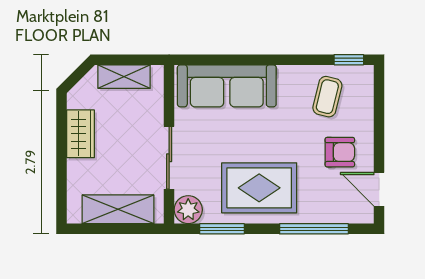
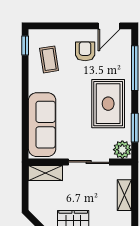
shelving: (124, 77) -> (45, 173), moved, turned 90
coffee table: (327, 97) -> (49, 59), turned 67
shelving: (118, 209) -> (124, 195), width x0.67, depth x0.75

